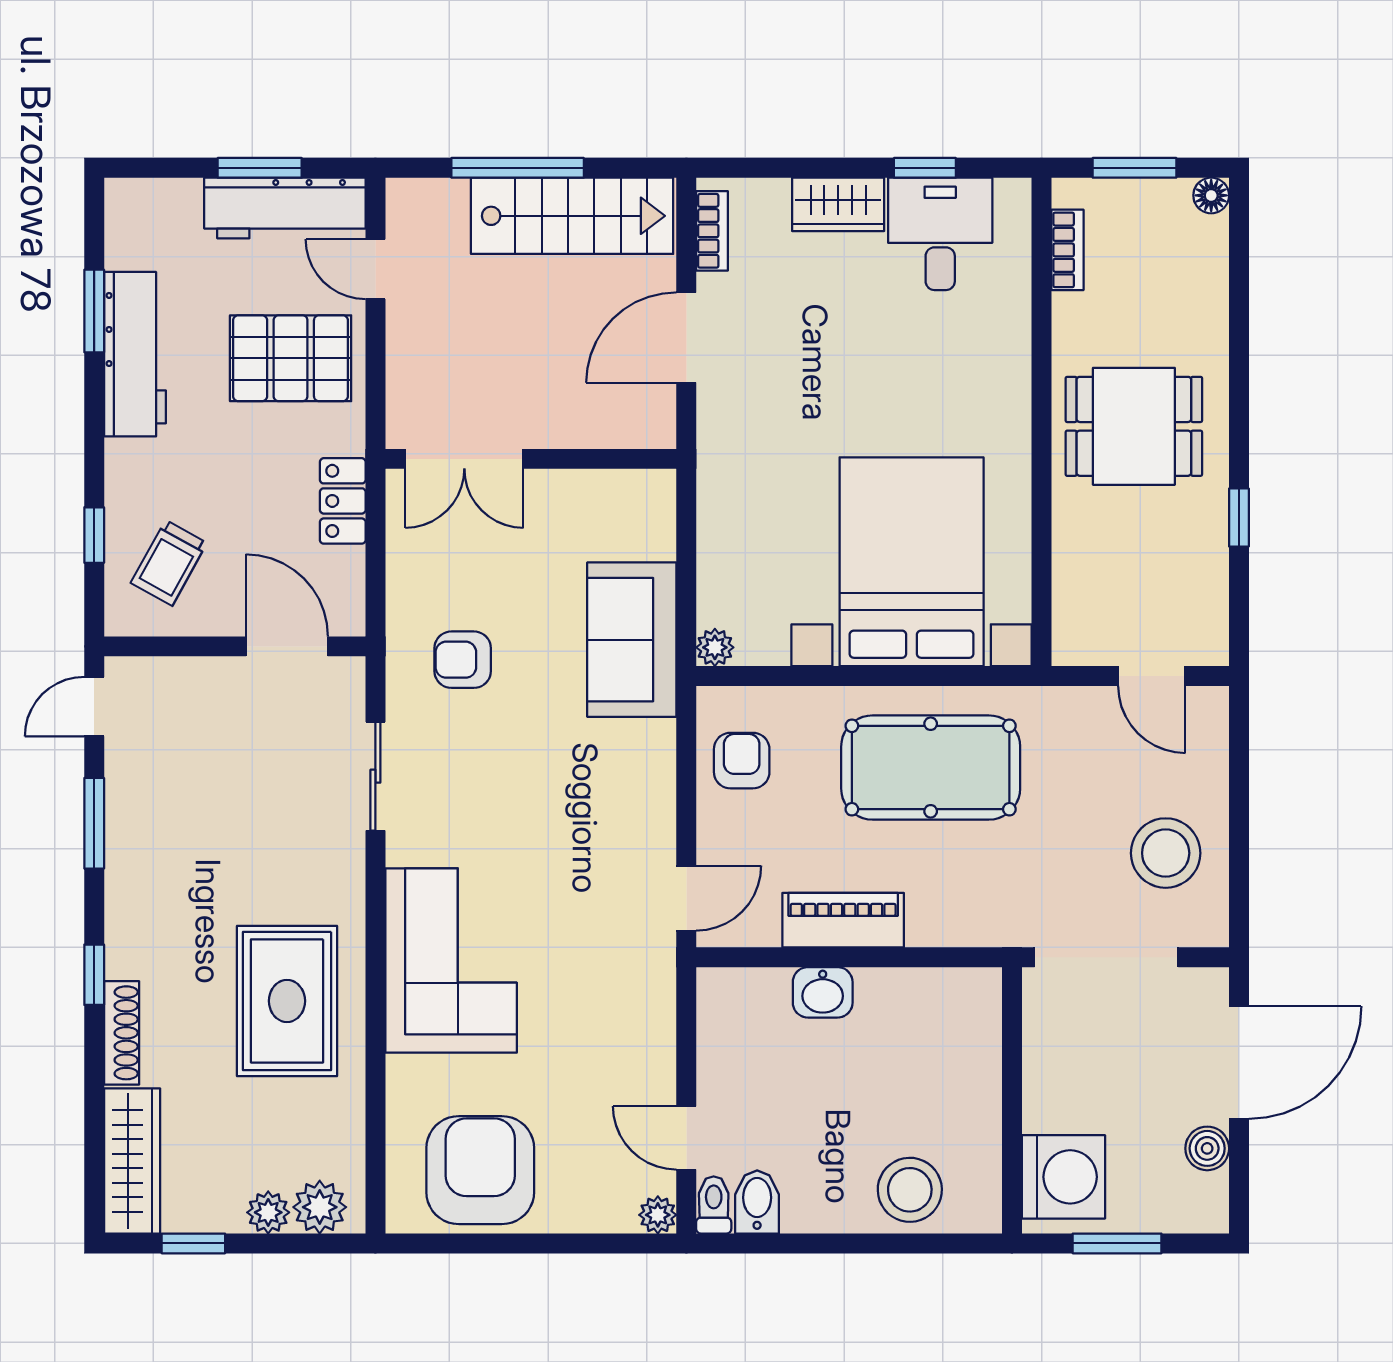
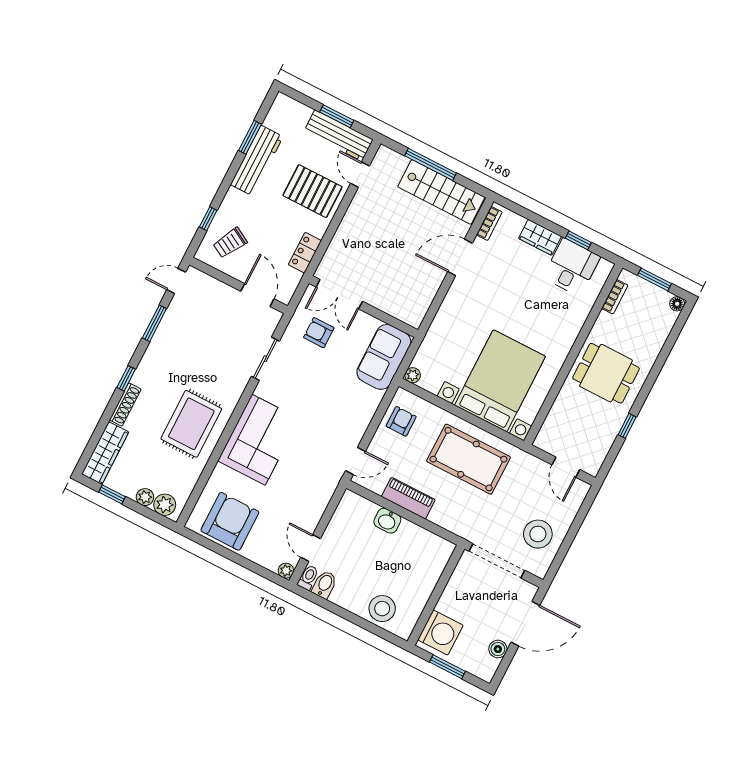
double door: (464, 459) -> (339, 294), moved
wall: (531, 459) -> (363, 307), moved

